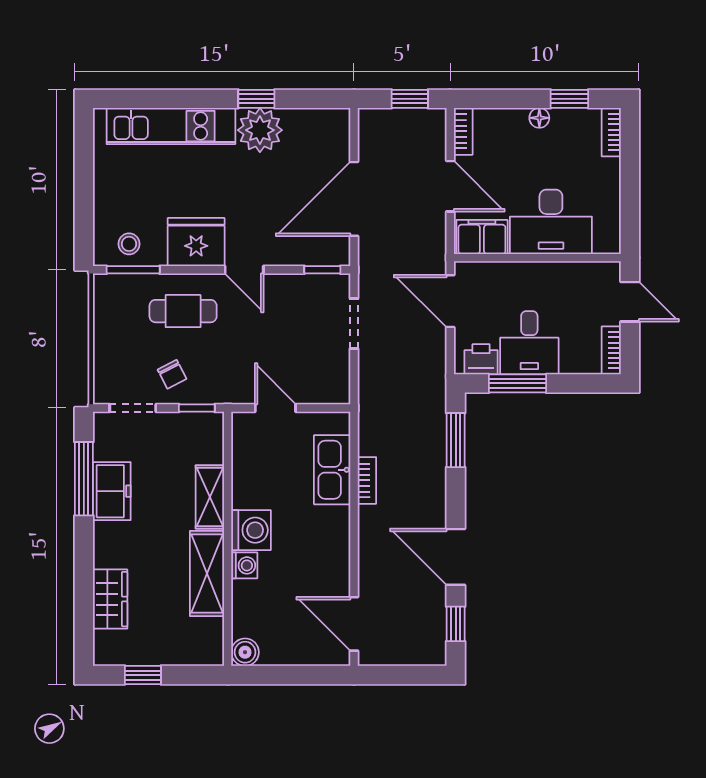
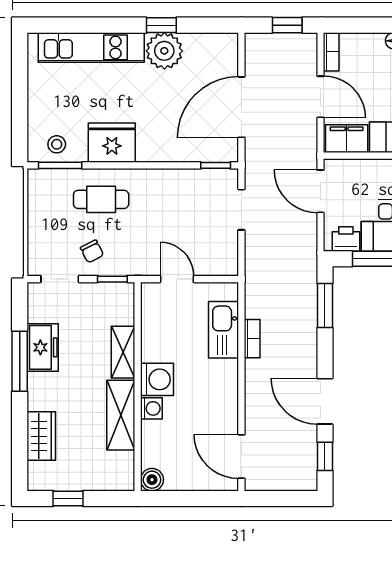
door: (244, 270) -> (151, 165), removed
window: (84, 479) -> (20, 361), moved

